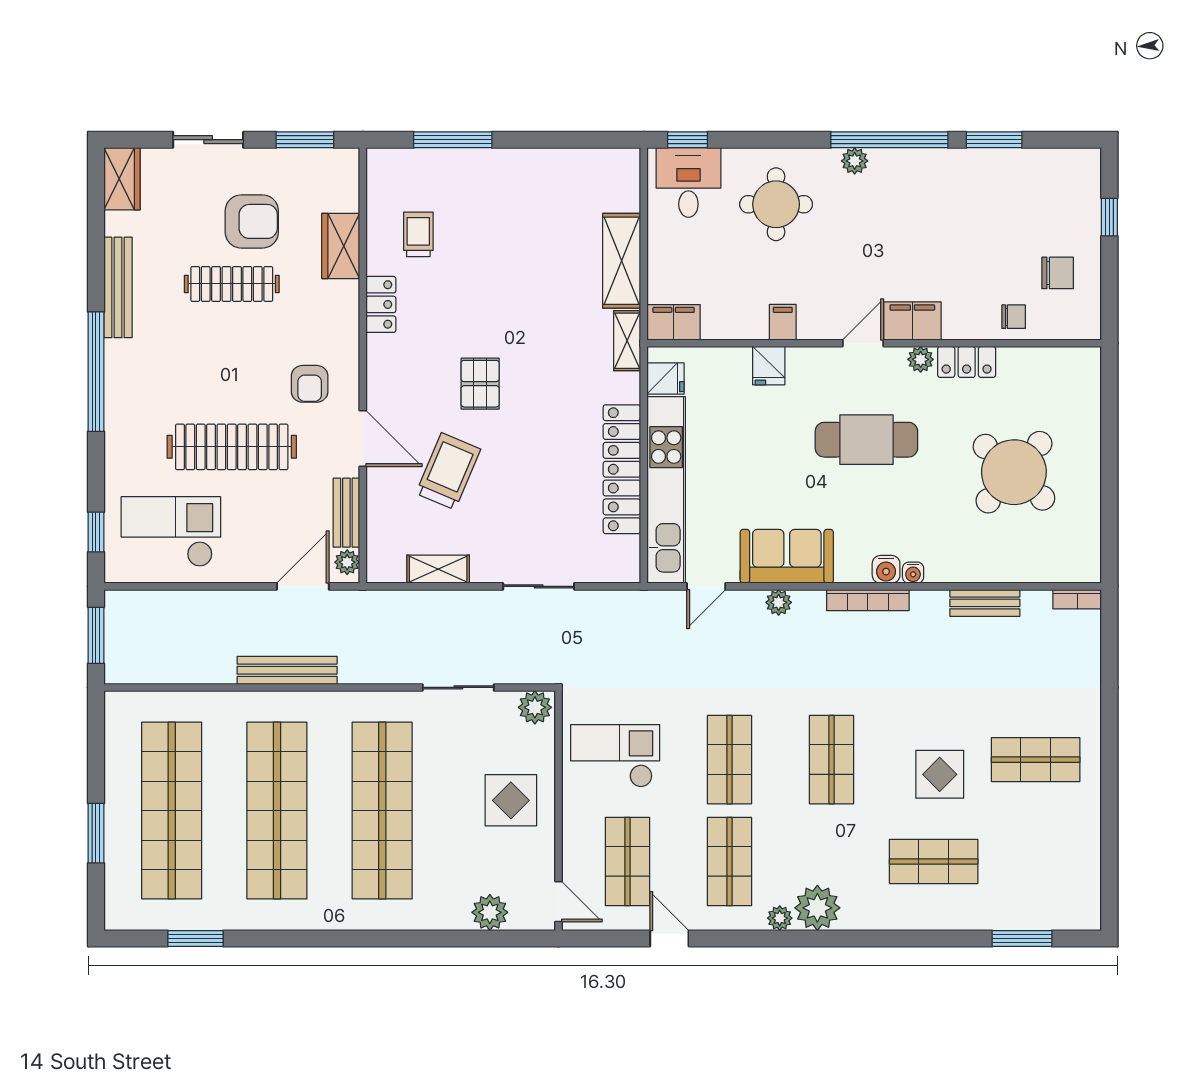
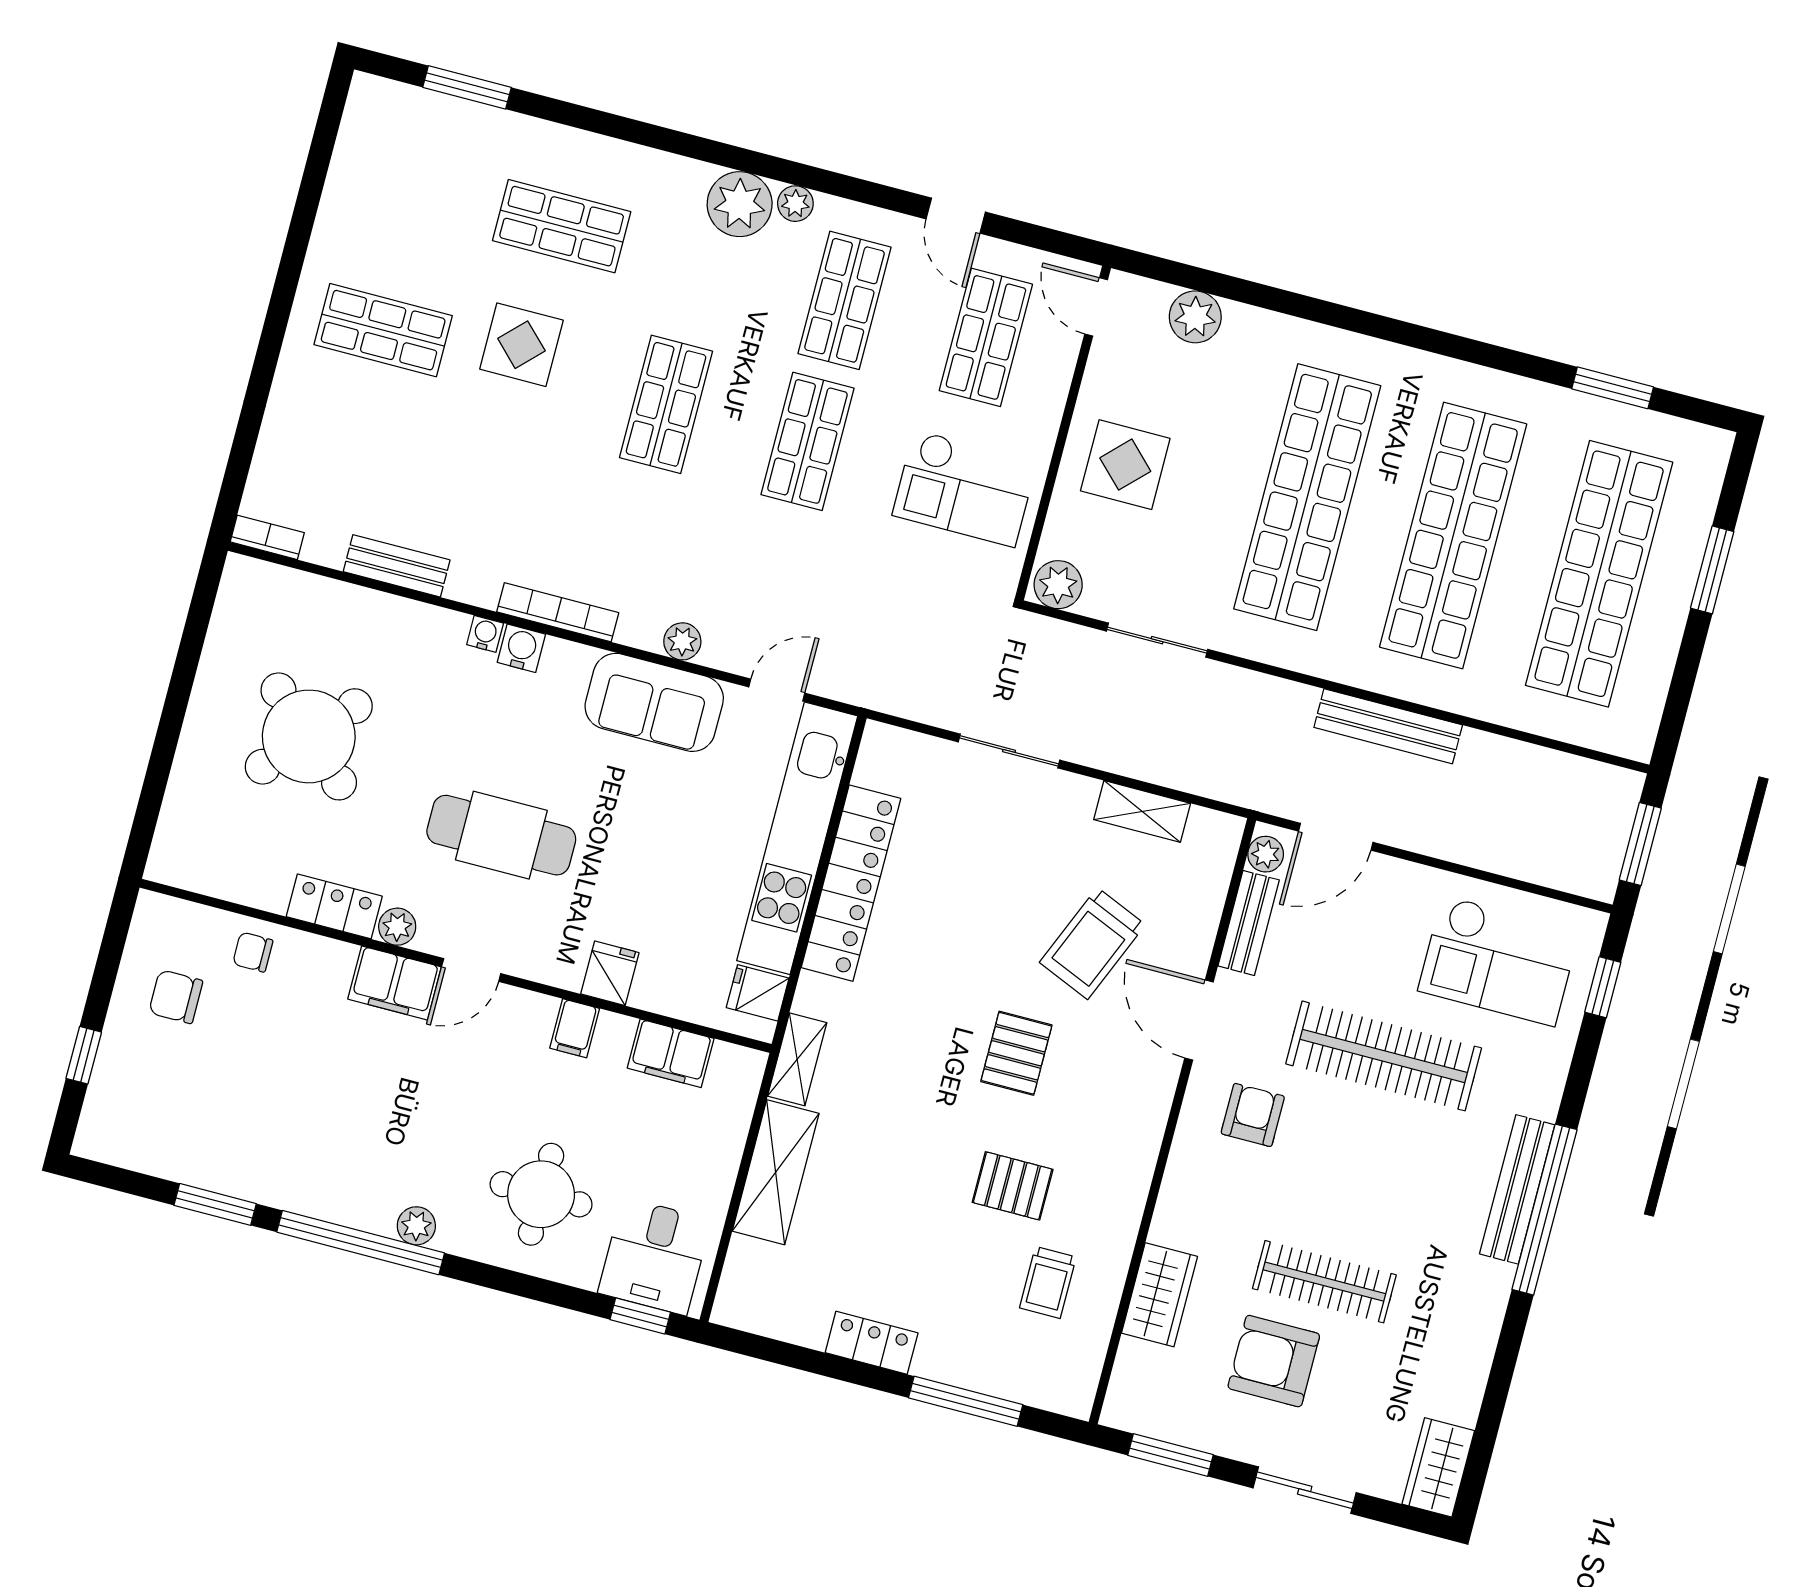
bench: (118, 287) -> (1517, 1189), moved
pallet: (459, 293) -> (1013, 1186), added
locker: (381, 304) -> (872, 1343), moved, turned 90
filing cabinet: (674, 322) -> (671, 1053), moved

